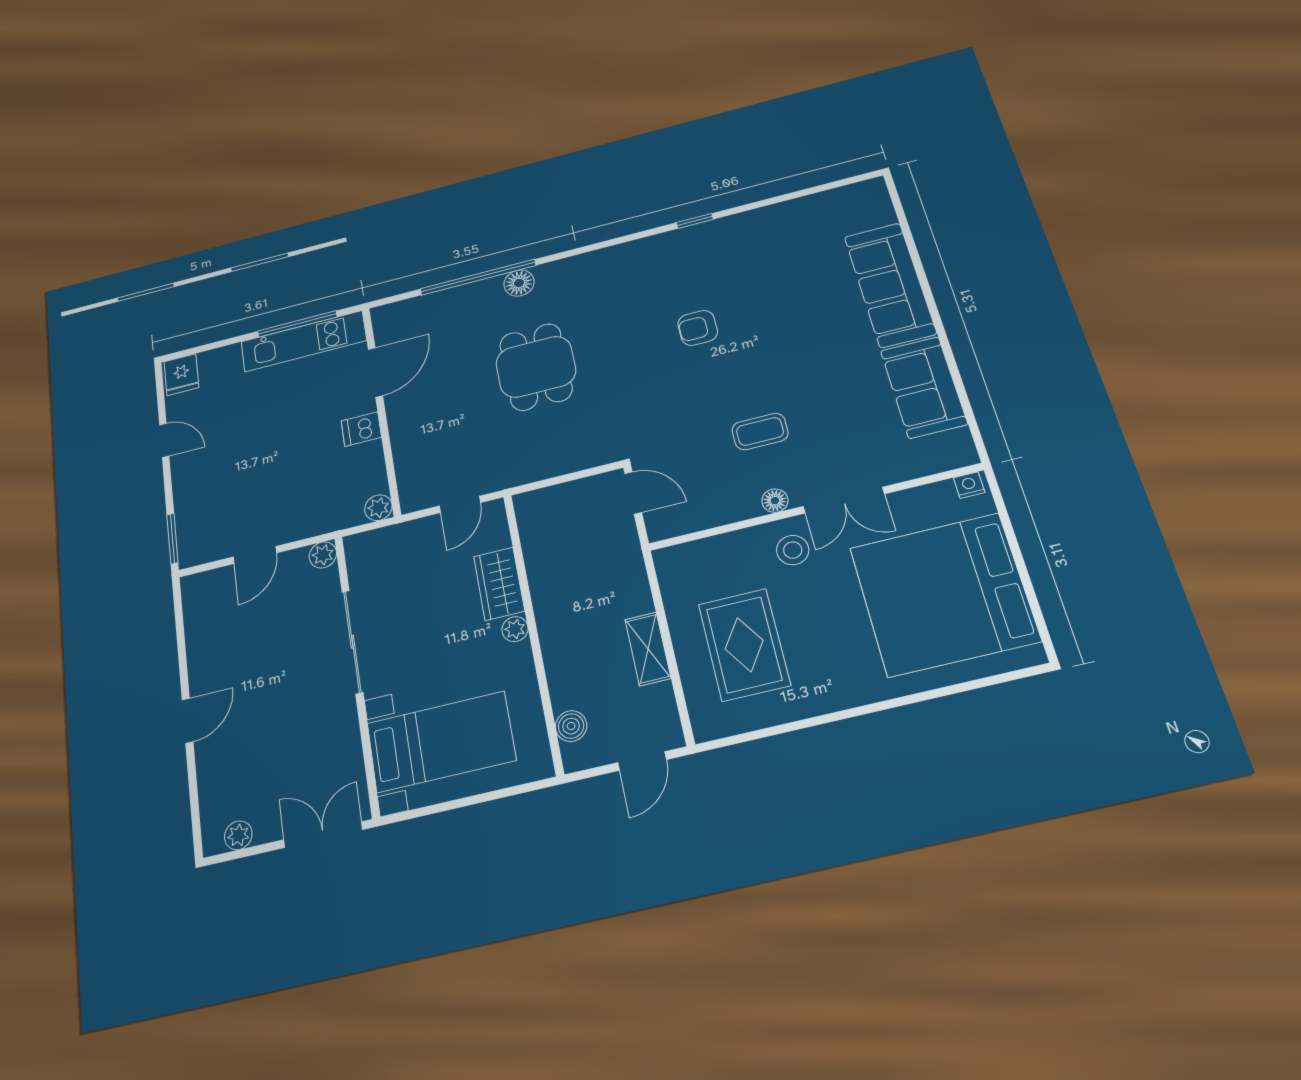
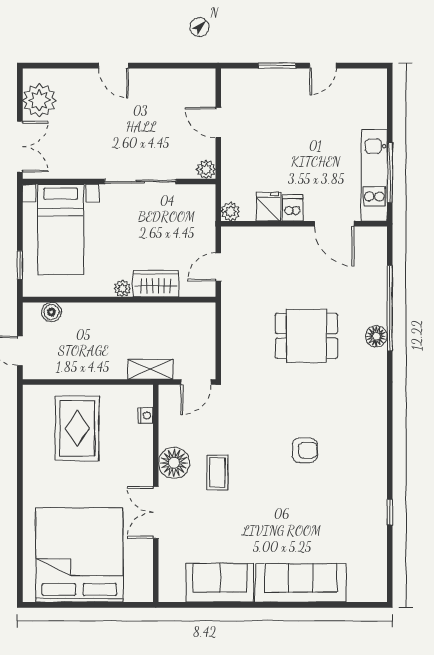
window: (695, 221) -> (390, 512), moved
armchair: (698, 328) -> (305, 450), turned 90
fridge: (181, 375) -> (268, 207), moved, turned 90
nightstand: (969, 485) -> (146, 416), moved
floor lamp: (775, 501) -> (174, 463), width x1.89, depth x1.89
door: (460, 504) -> (218, 267), hinge flipped
window: (172, 539) -> (277, 66), moved
stool: (793, 550) -> (131, 473), removed
rug: (744, 645) -> (77, 428), turned 90
shelving: (648, 649) -> (150, 369), moved
window: (507, 792) -> (20, 265), added
plant: (238, 835) -> (39, 100), width x1.87, depth x1.87

